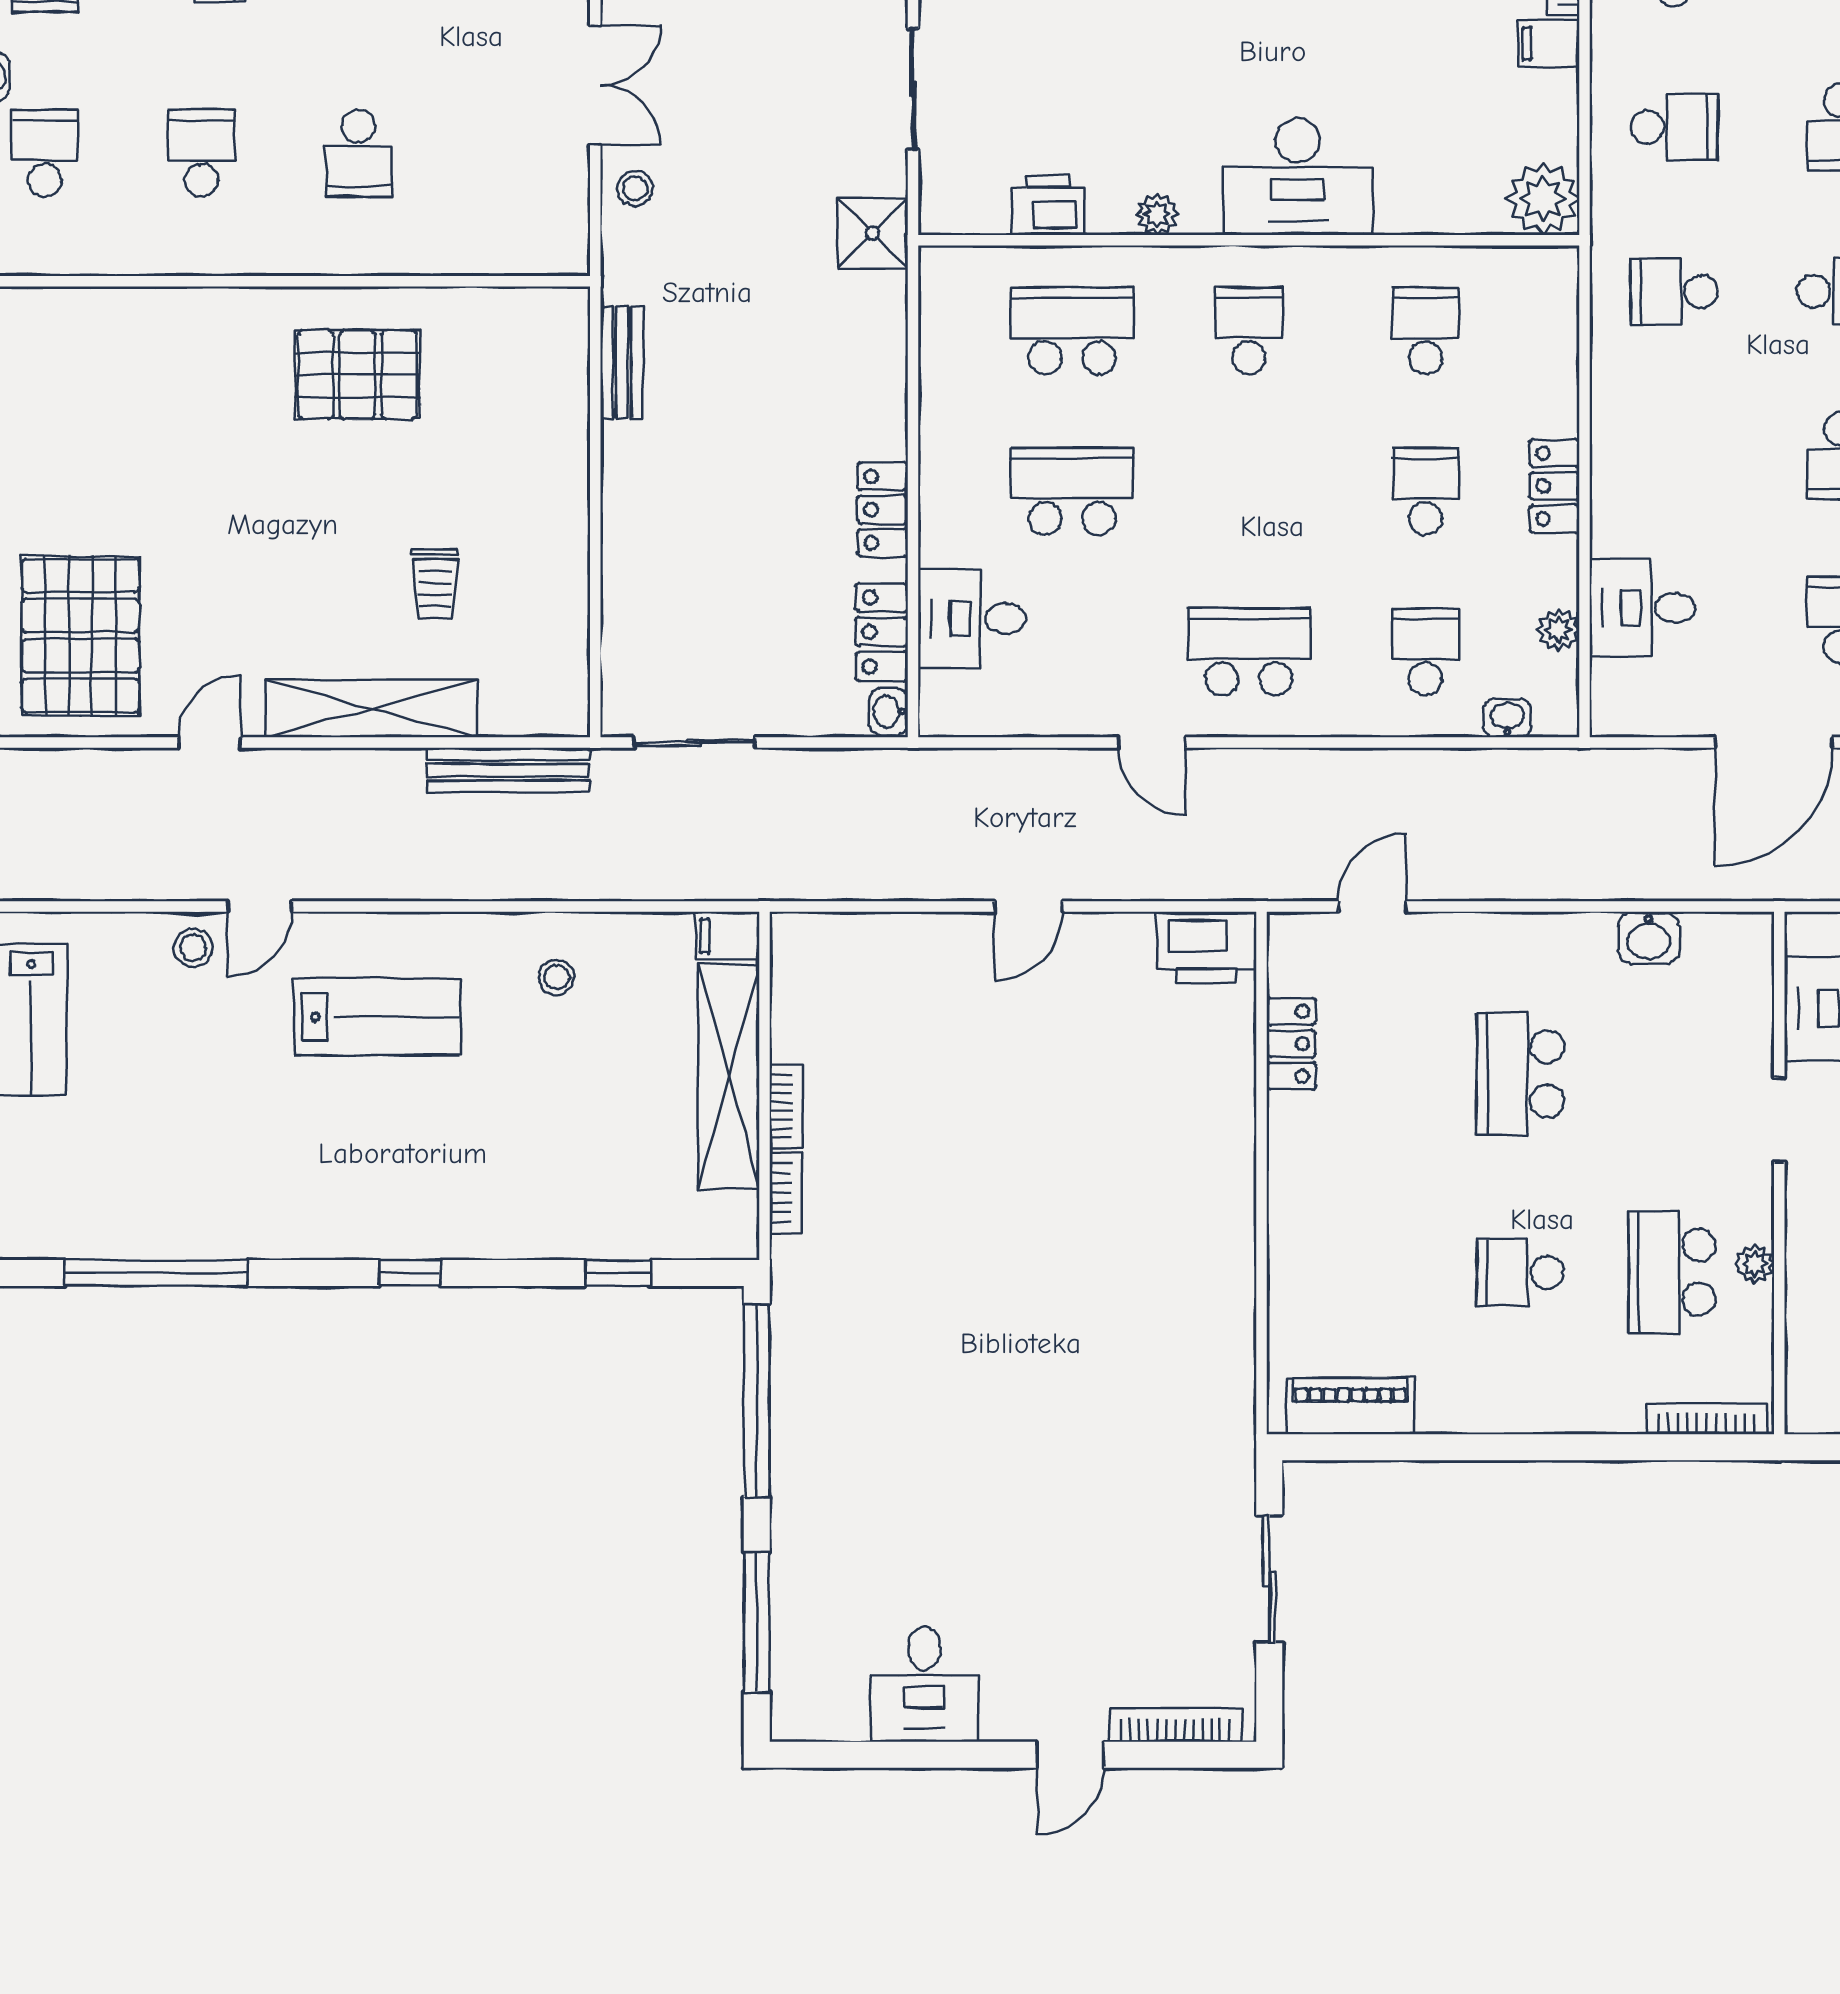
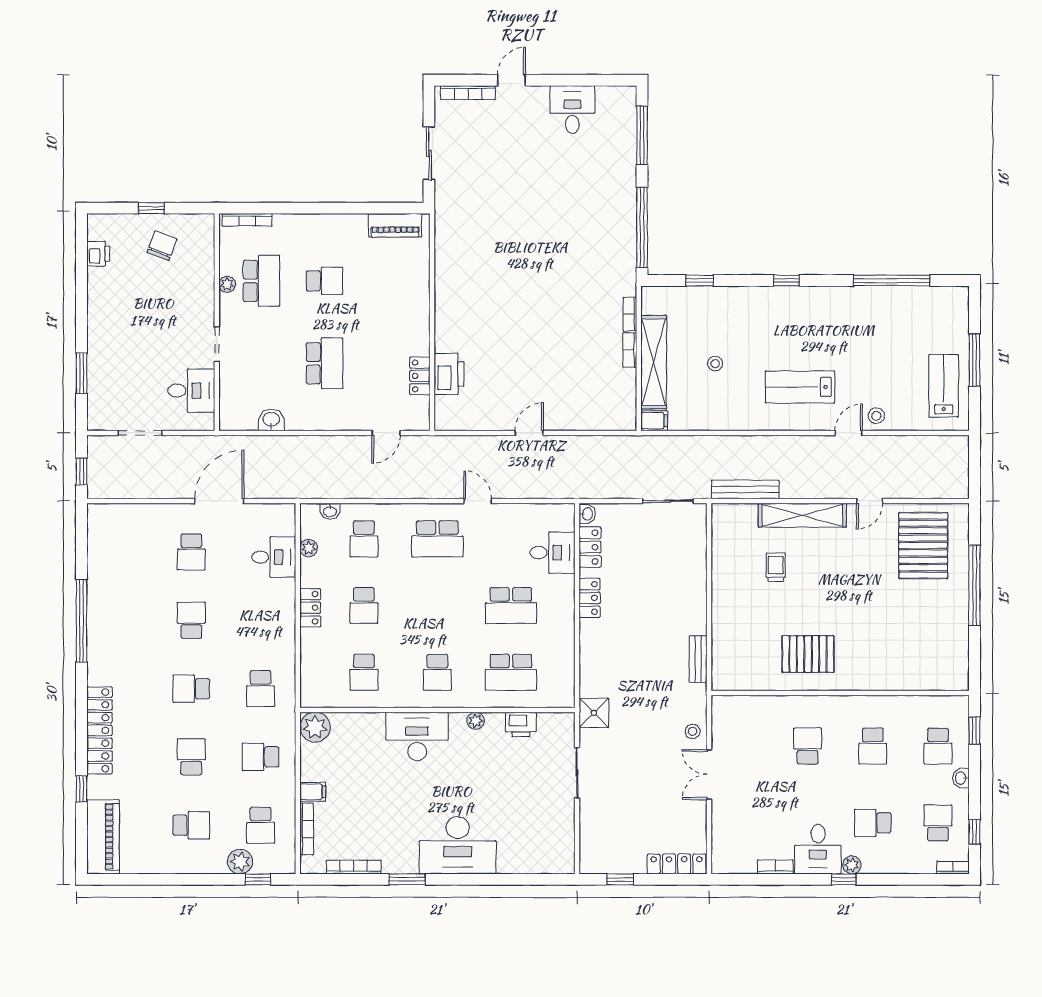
school desk: (1674, 291) -> (261, 689), turned 90
printer: (1207, 947) -> (449, 374), moved, turned 90
stool: (557, 977) -> (715, 364), moved

